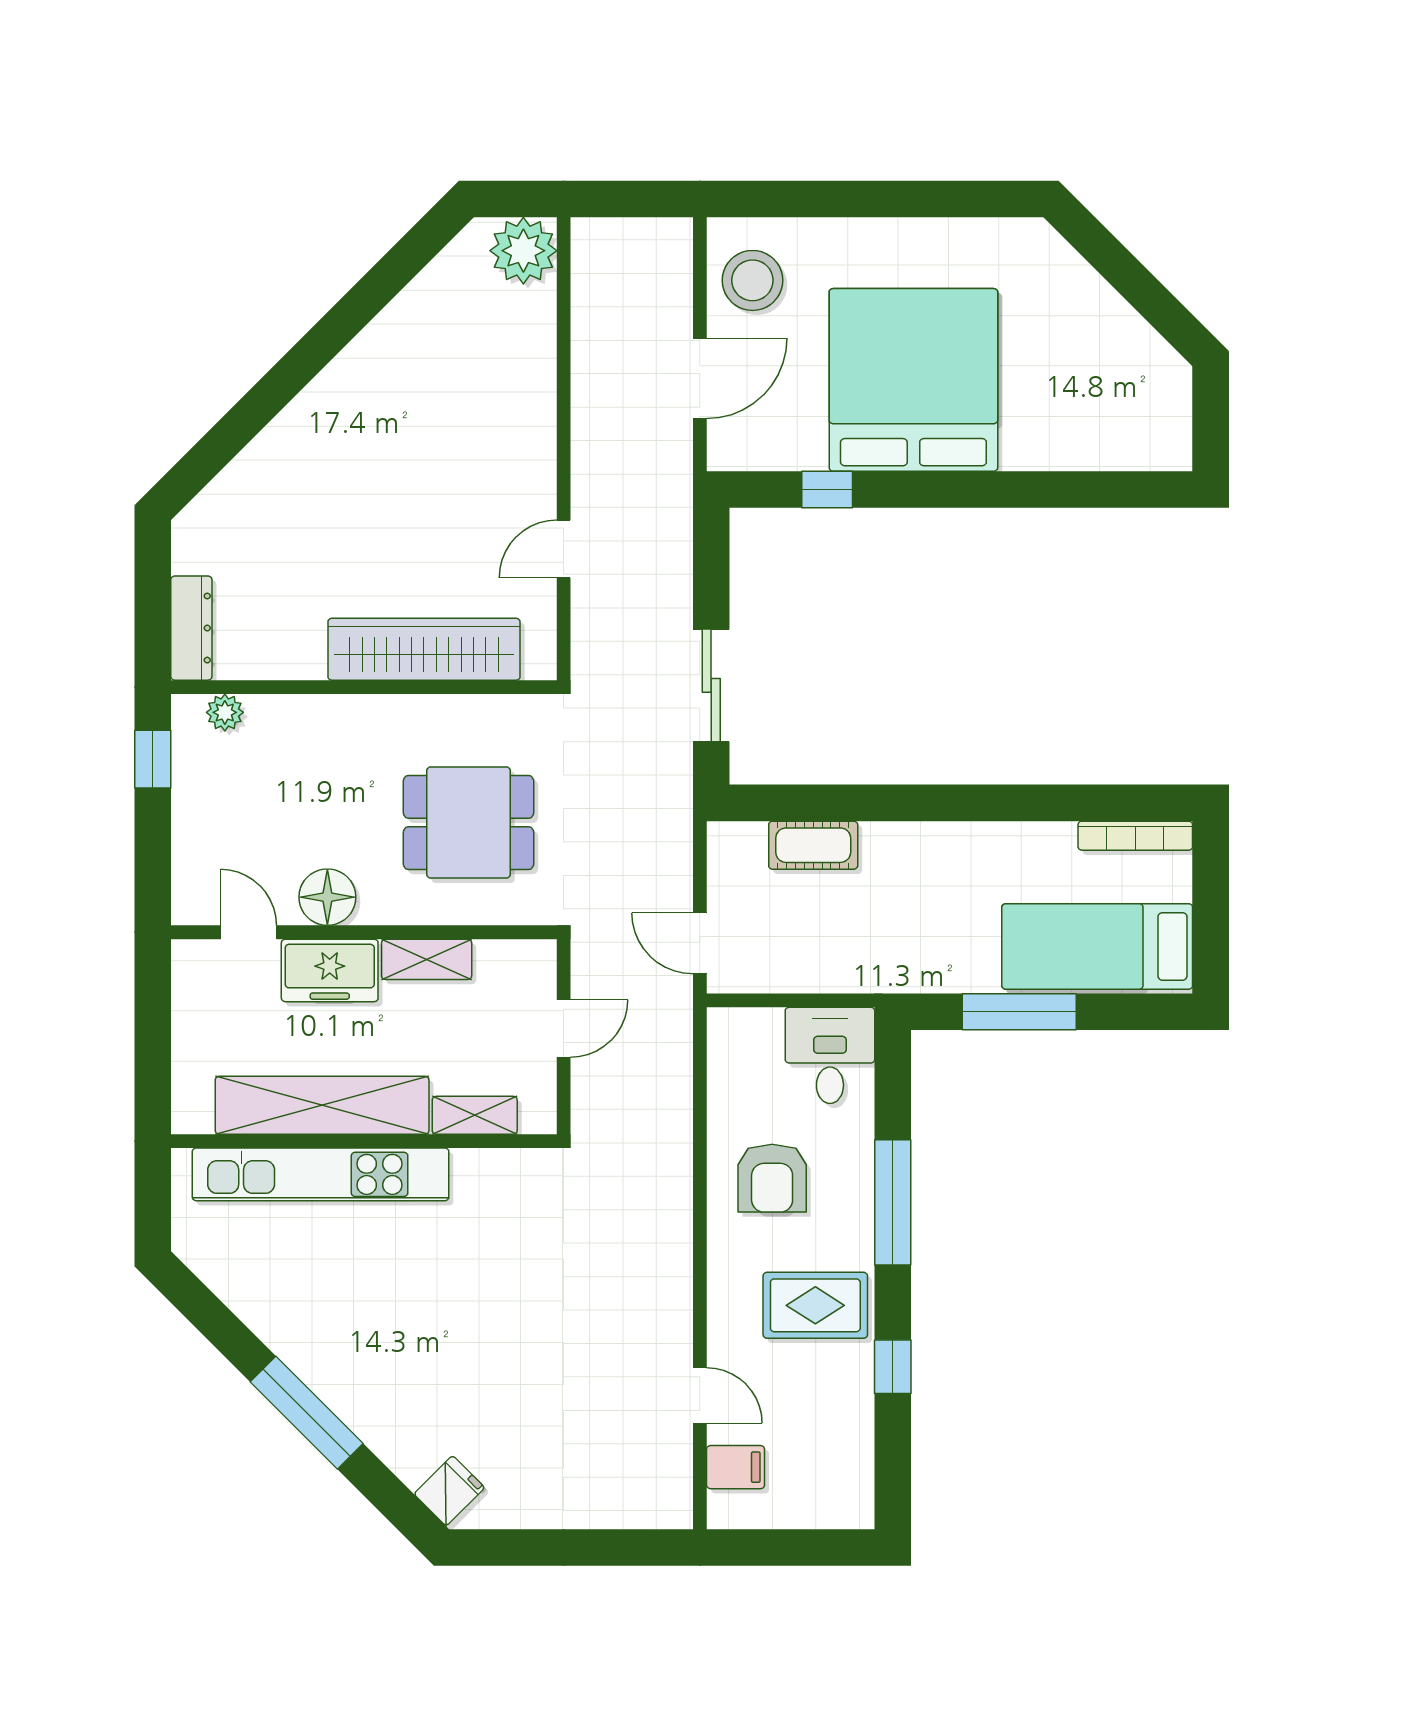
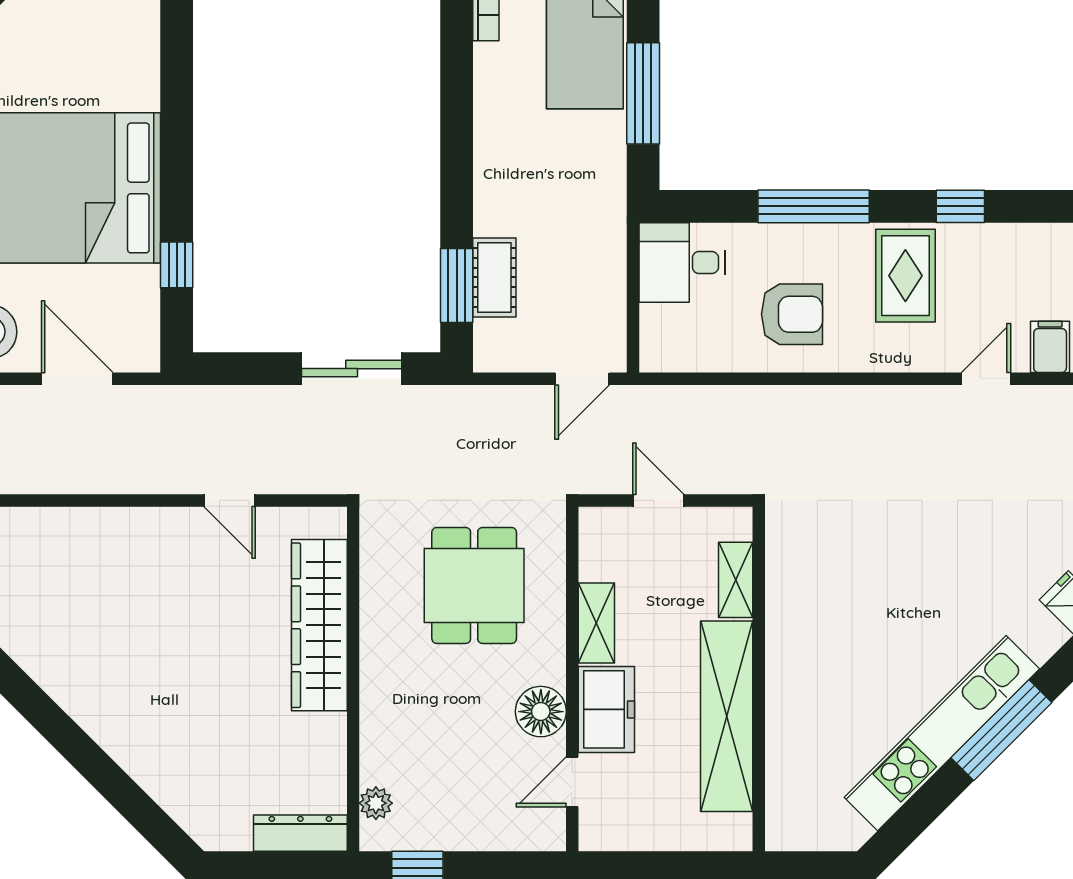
window: (804, 803) -> (457, 285), added
kitchen unit: (321, 1174) -> (942, 733), moved, turned -135

